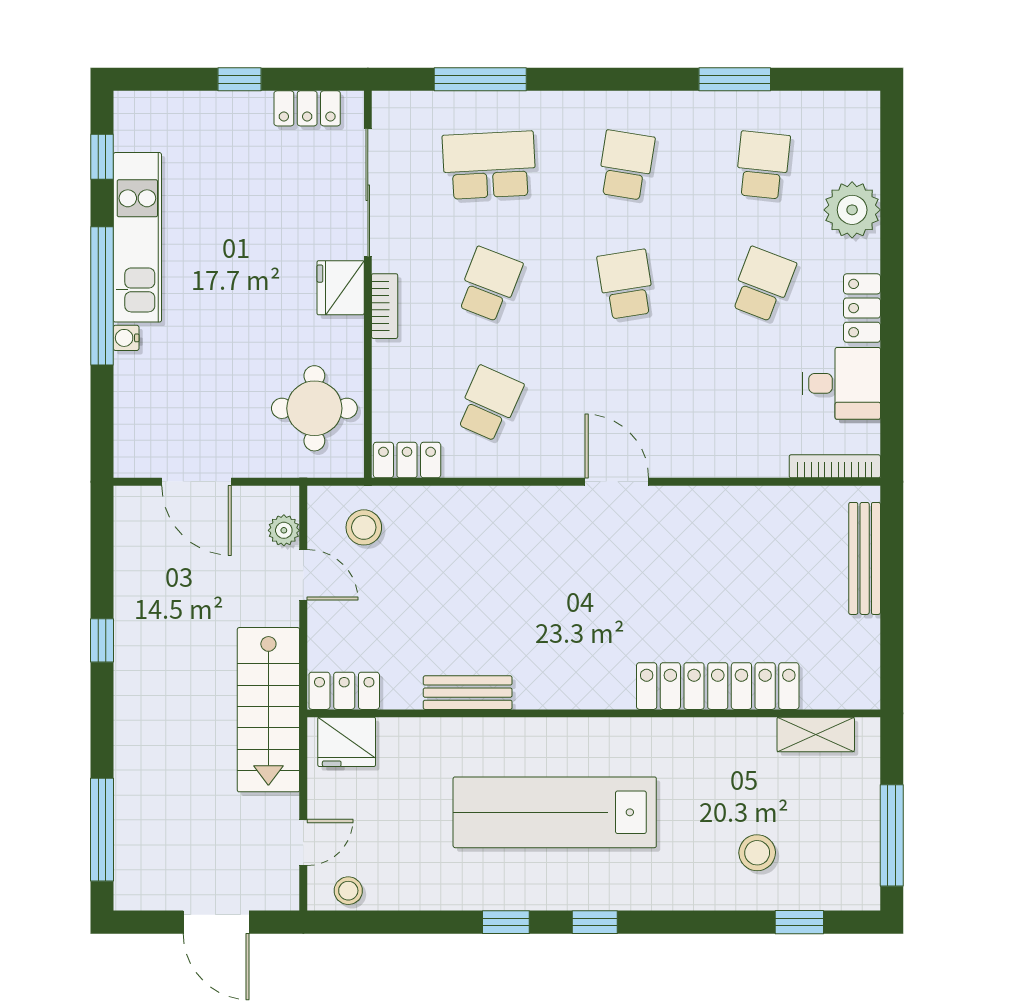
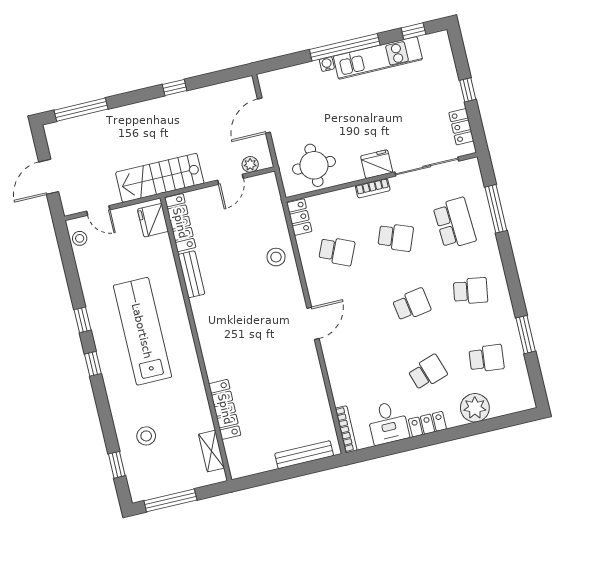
school desk: (763, 284) -> (428, 372), turned -39
stool: (364, 527) -> (276, 257), moved
locker: (718, 686) -> (225, 409), width x0.71, depth x0.83
locker: (344, 691) -> (180, 223), width x1.53

